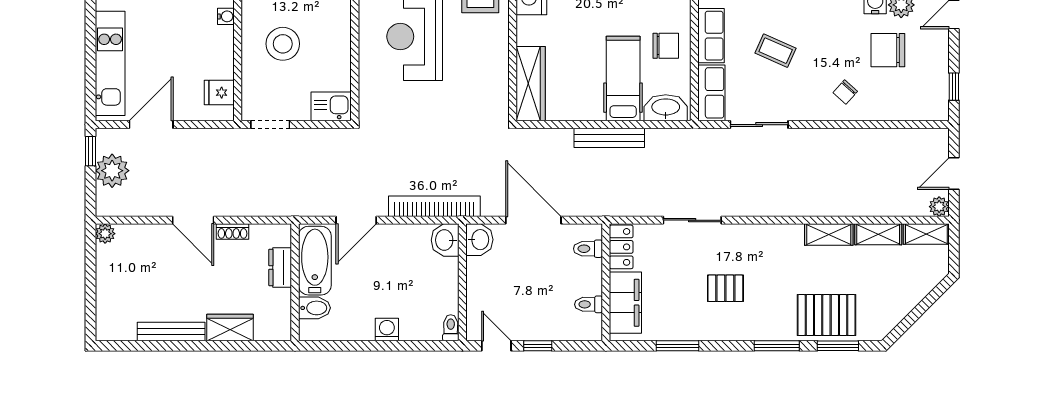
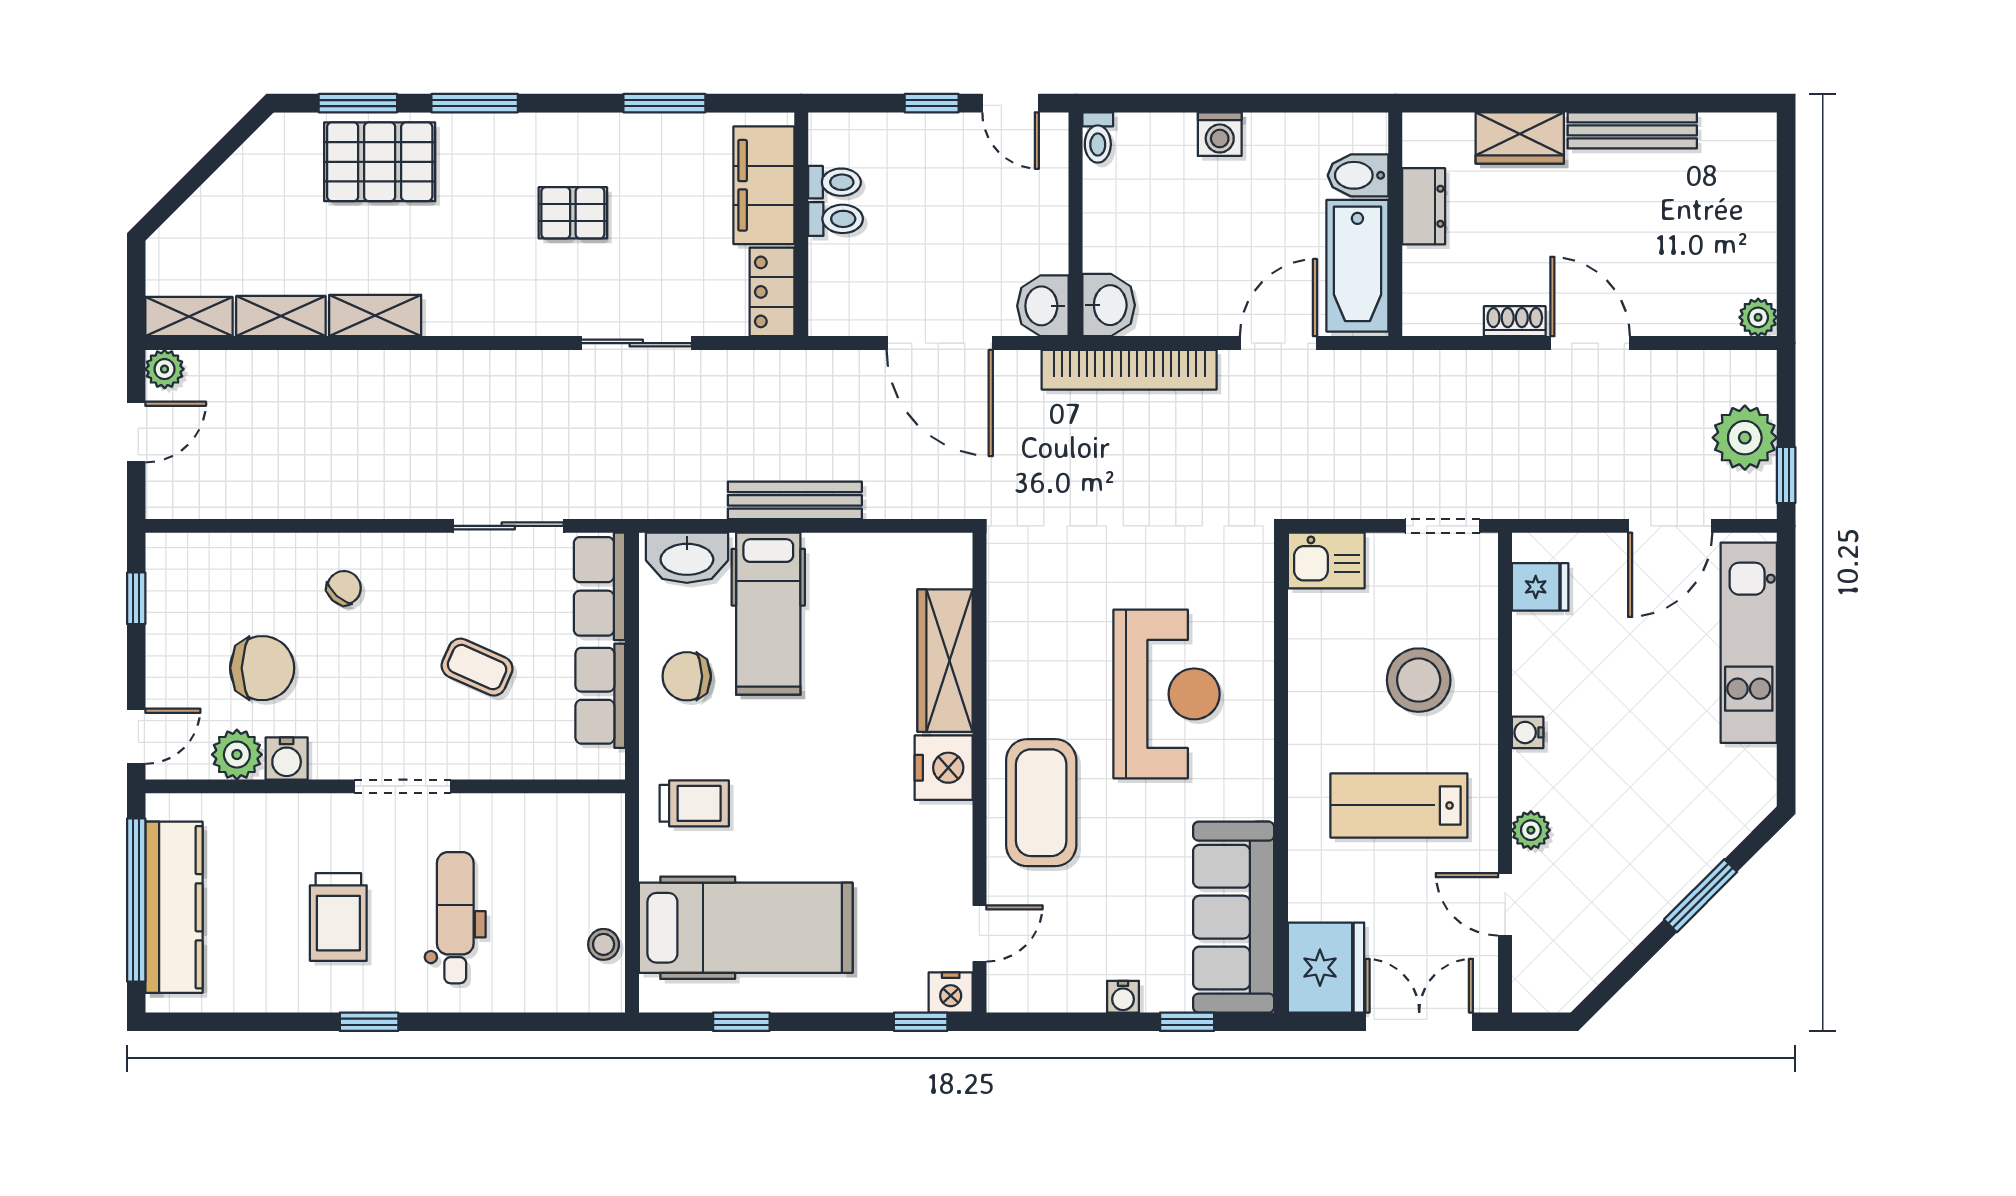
wardrobe: (531, 84) -> (945, 661), moved
toilet: (588, 249) -> (836, 219), moved
dresser: (280, 267) -> (1424, 206), moved

